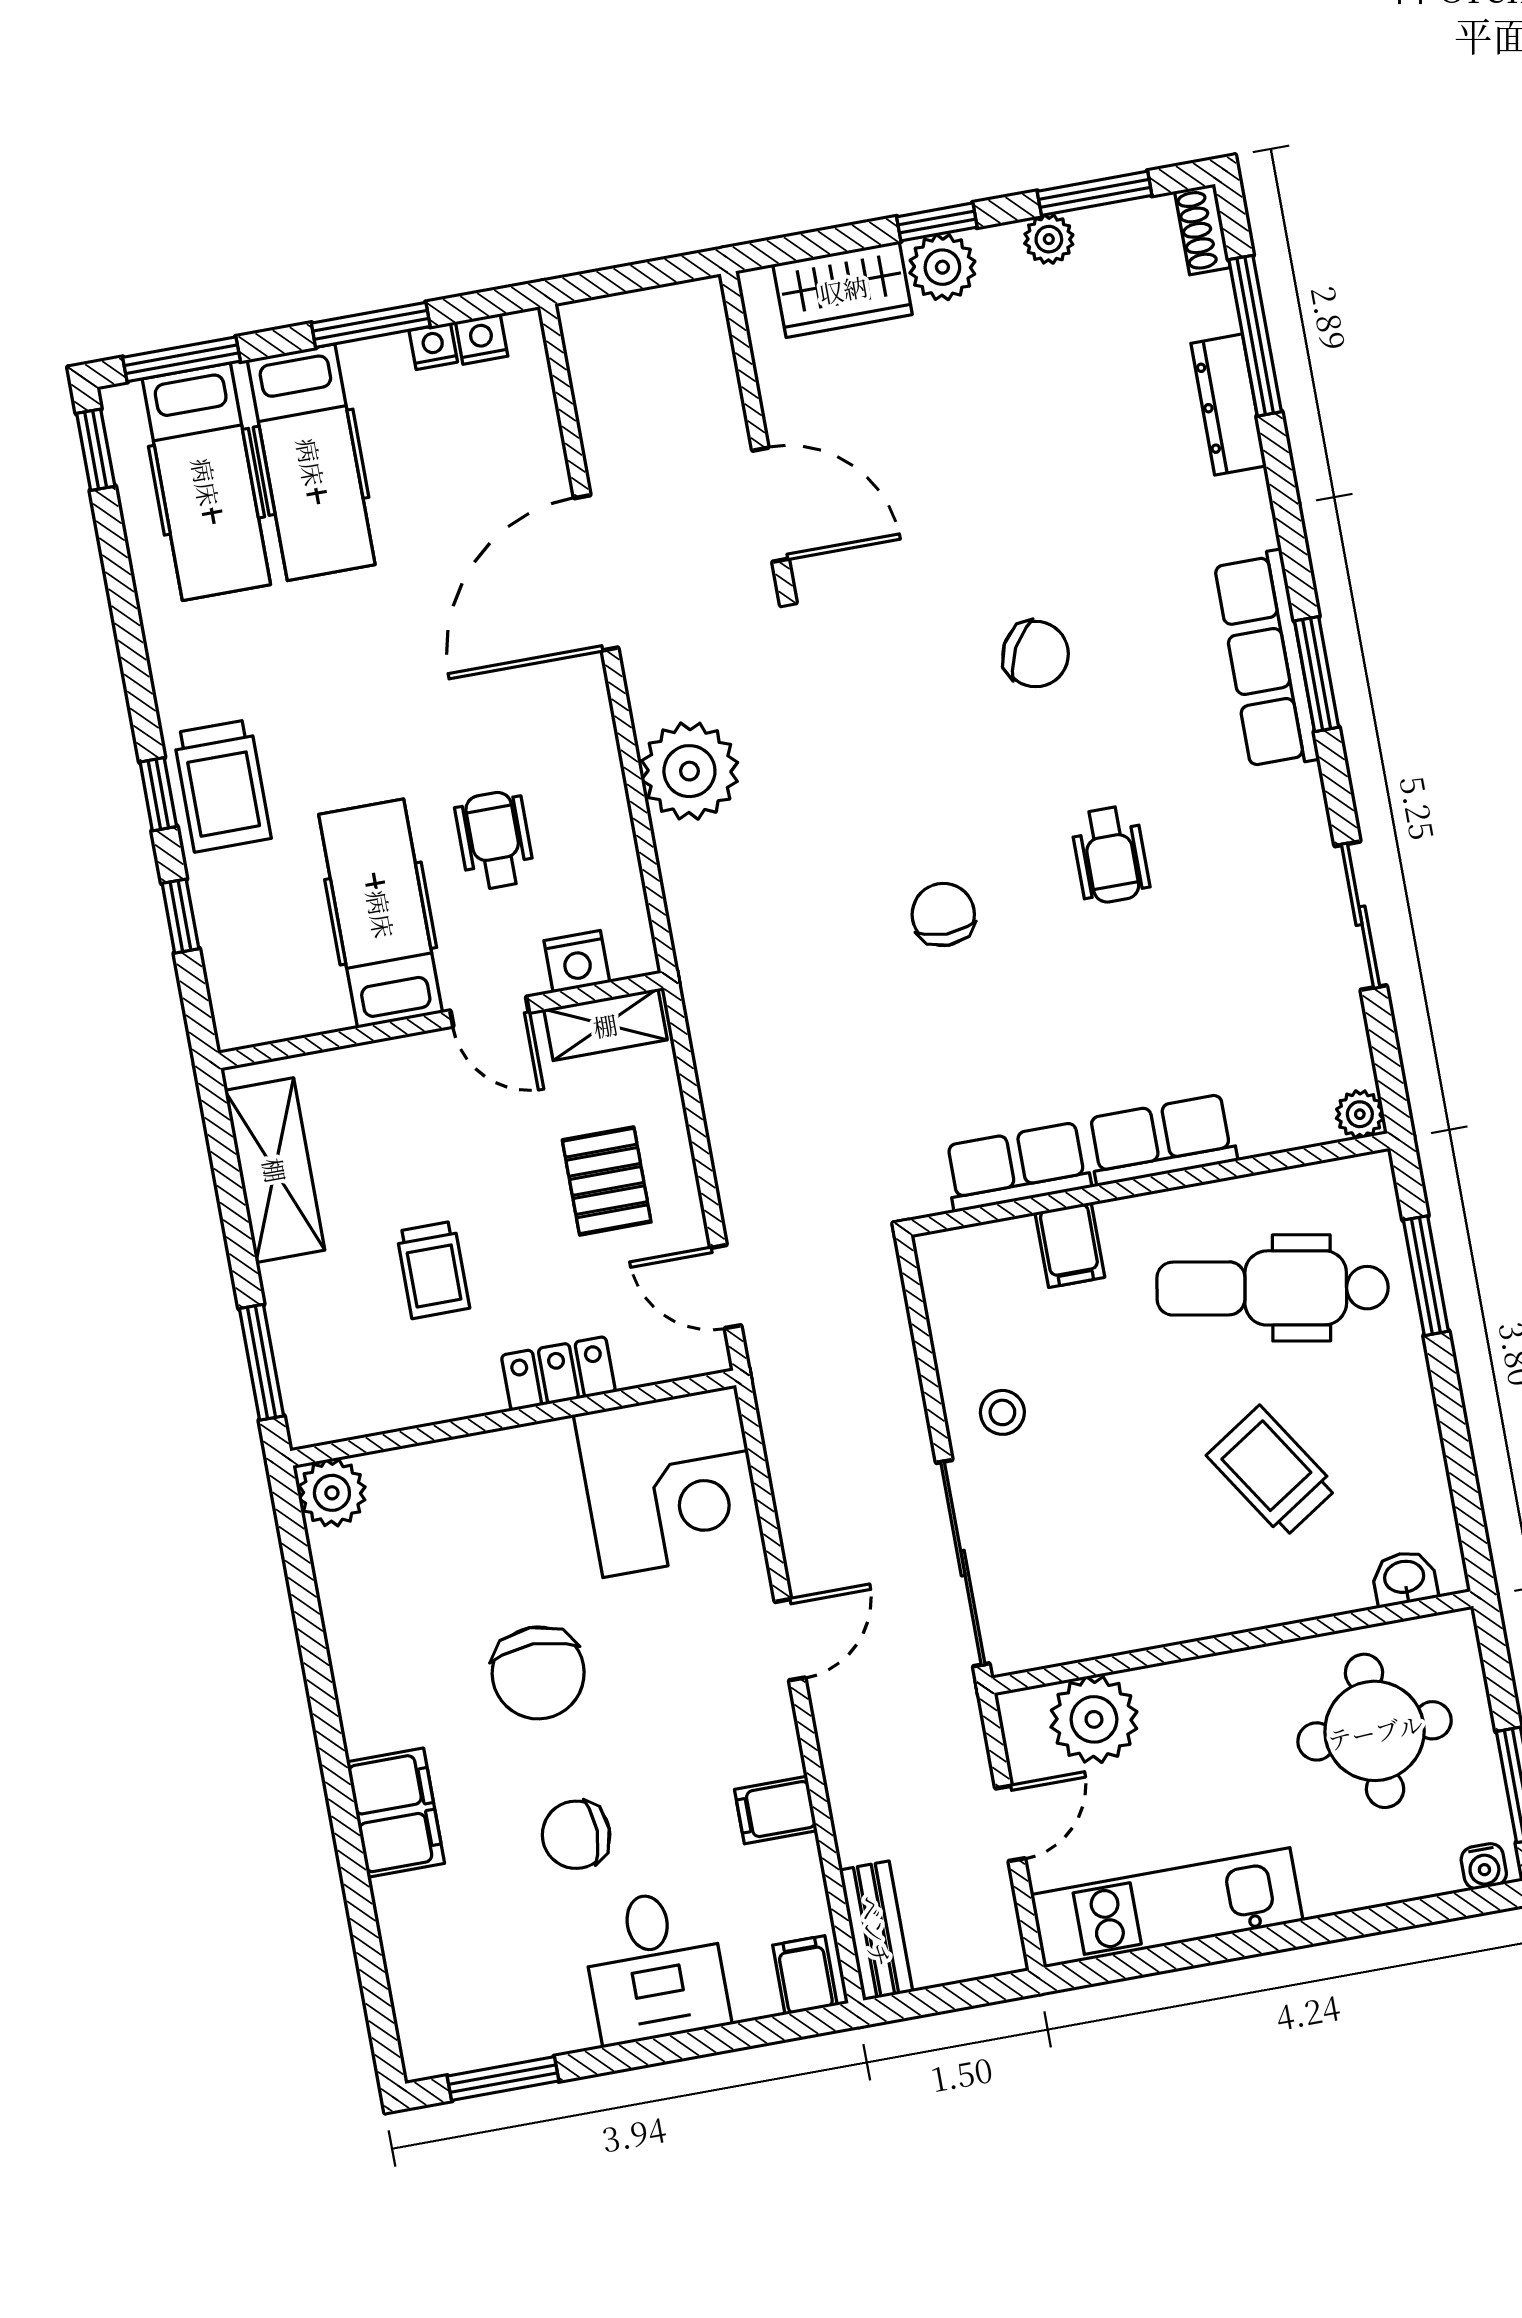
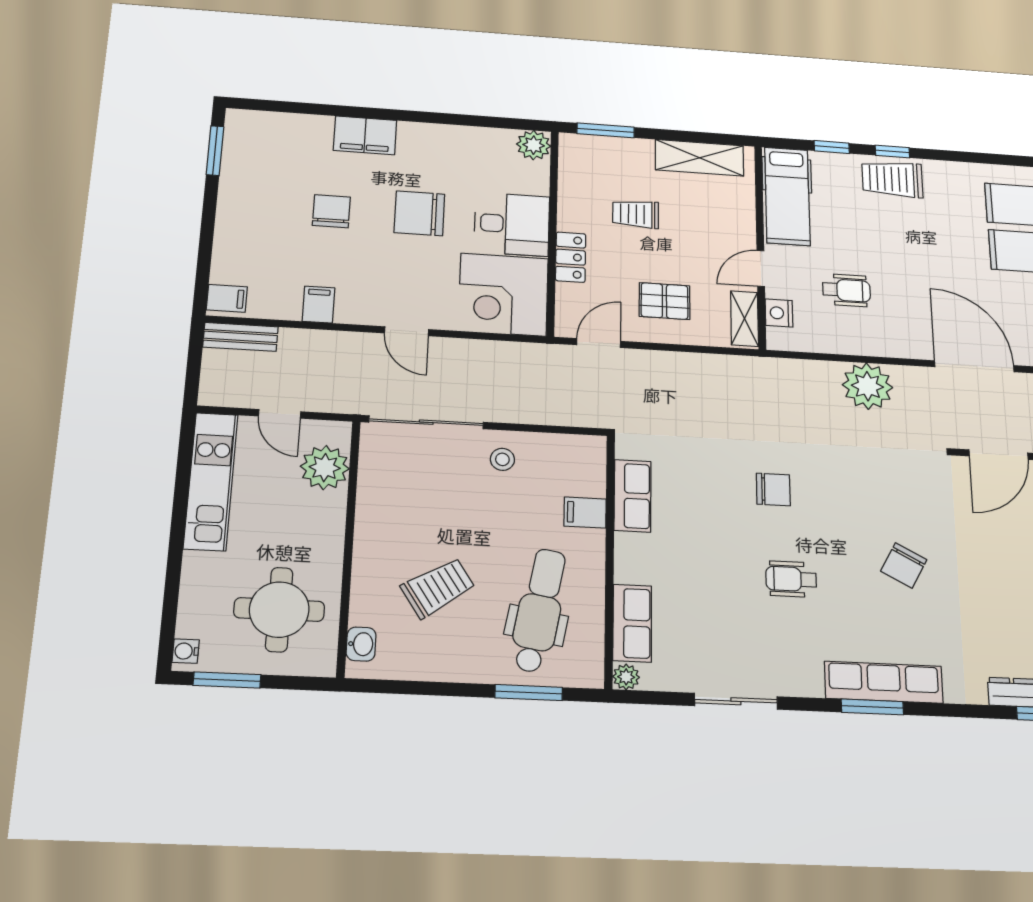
hospital bed: (381, 914) -> (787, 196), moved, turned 90
row of seats: (1161, 1140) -> (632, 623), moved
desk: (655, 1966) -> (512, 224), moved, turned 180

